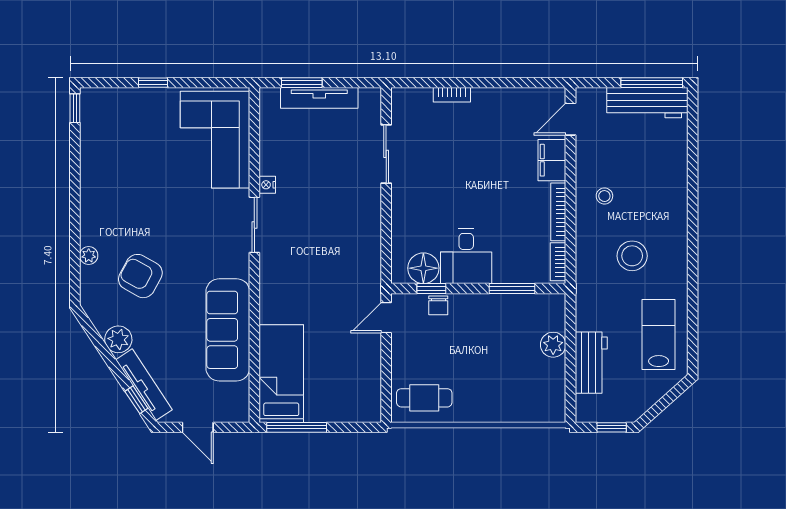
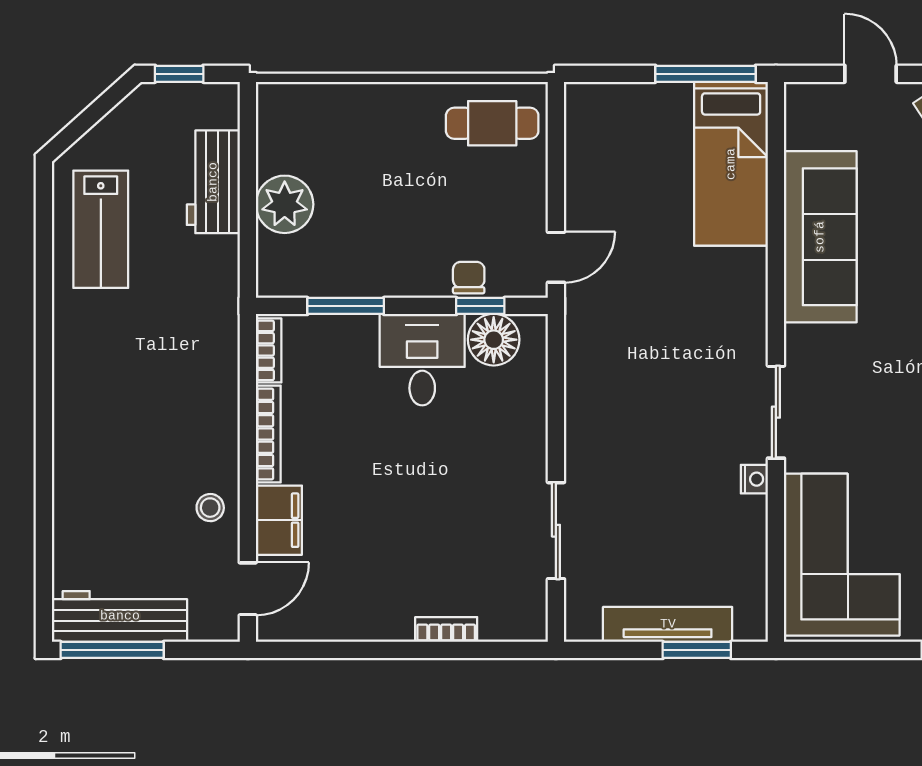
stool: (604, 196) -> (210, 508), moved
stool: (632, 256) -> (145, 360), removed
plant: (553, 345) -> (285, 204), width x1.36, depth x1.36

